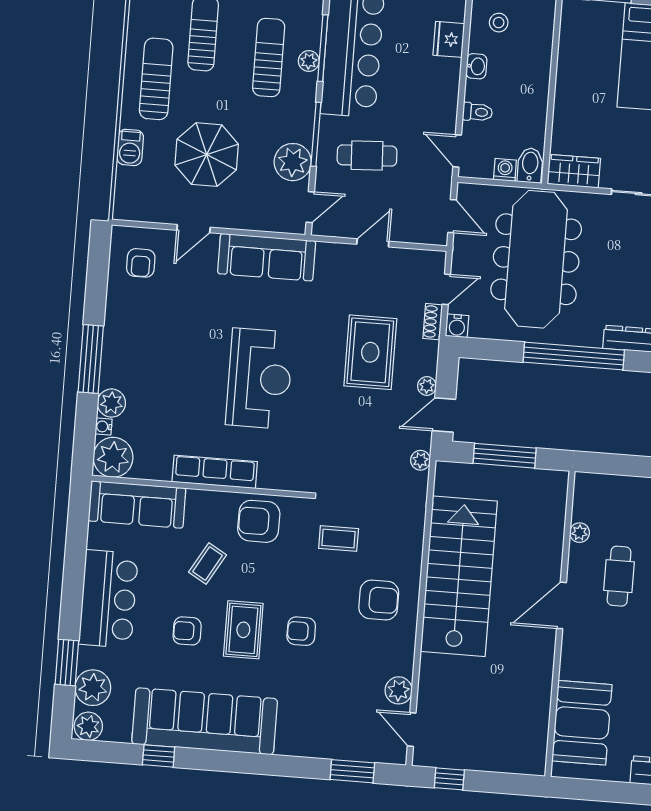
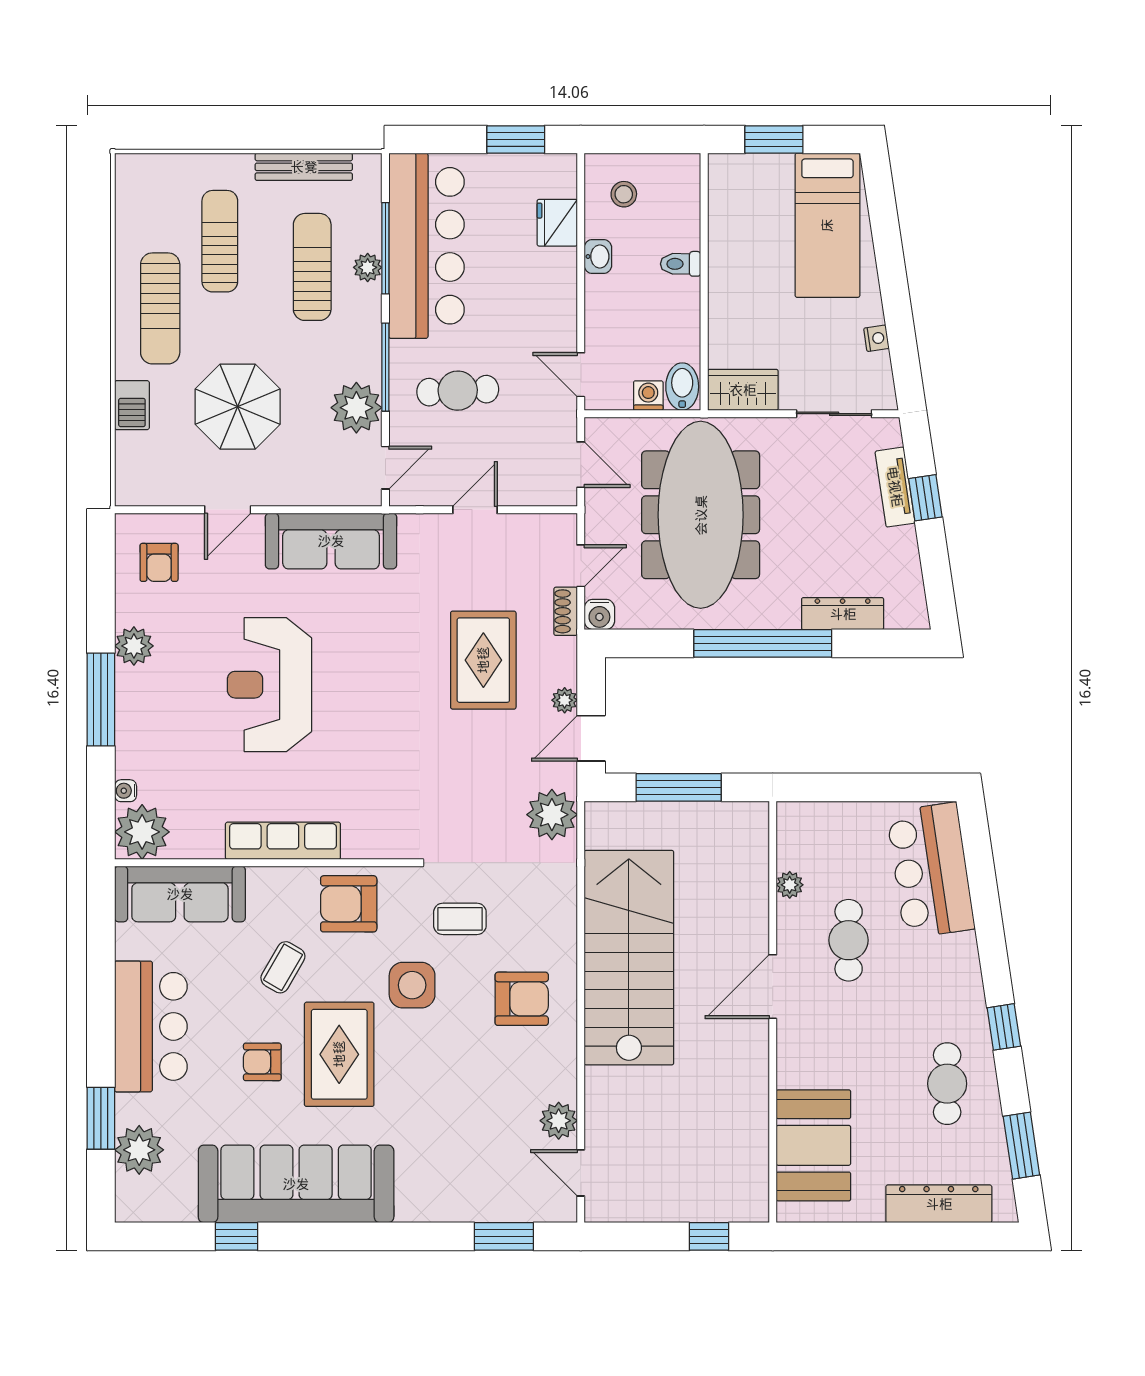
sun lounger: (156, 79) -> (160, 308), turned 180
toilet: (477, 112) -> (681, 264), moved, turned 180
reception desk: (259, 379) -> (269, 685), moved, turned 180
plant: (111, 403) -> (134, 646), moved
plant: (420, 460) -> (552, 815), width x1.87, depth x1.87
side table: (300, 584) -> (412, 985), added
rug: (243, 630) -> (339, 1054), width x1.36, depth x1.43
armchair: (301, 631) -> (419, 1050), removed
plant: (88, 726) -> (137, 1203), removed
window: (449, 779) -> (709, 1236), moved

